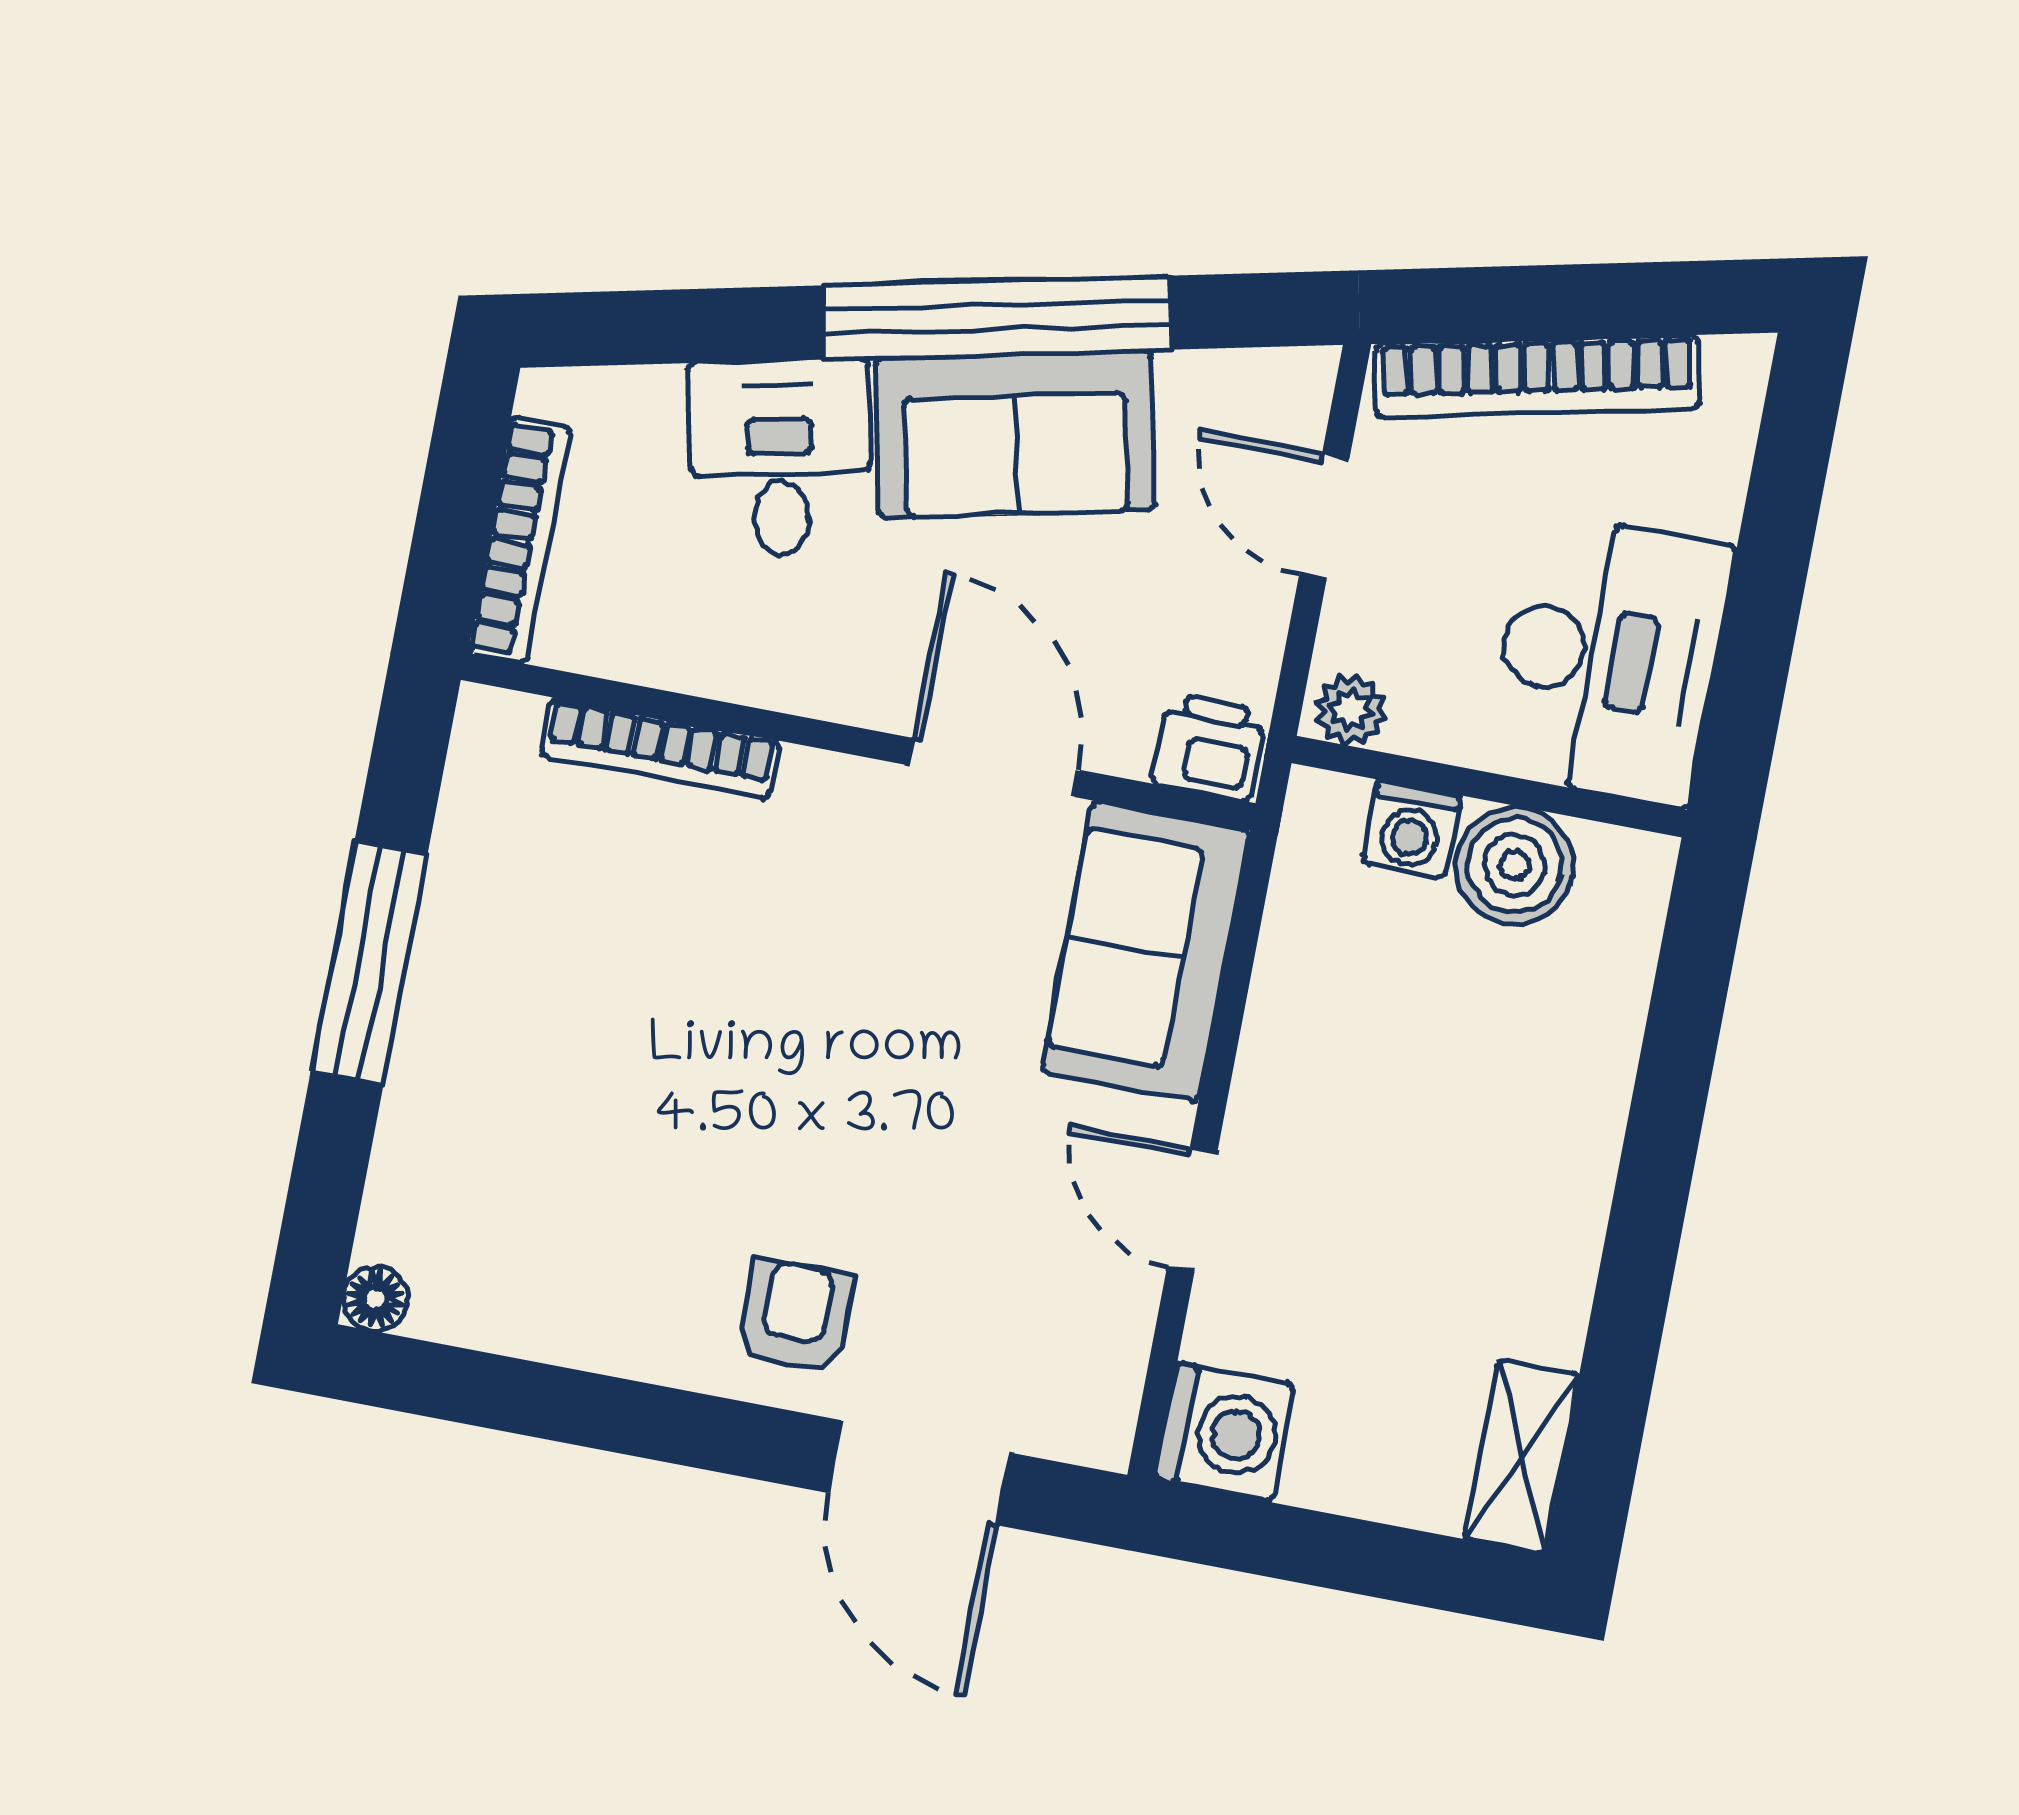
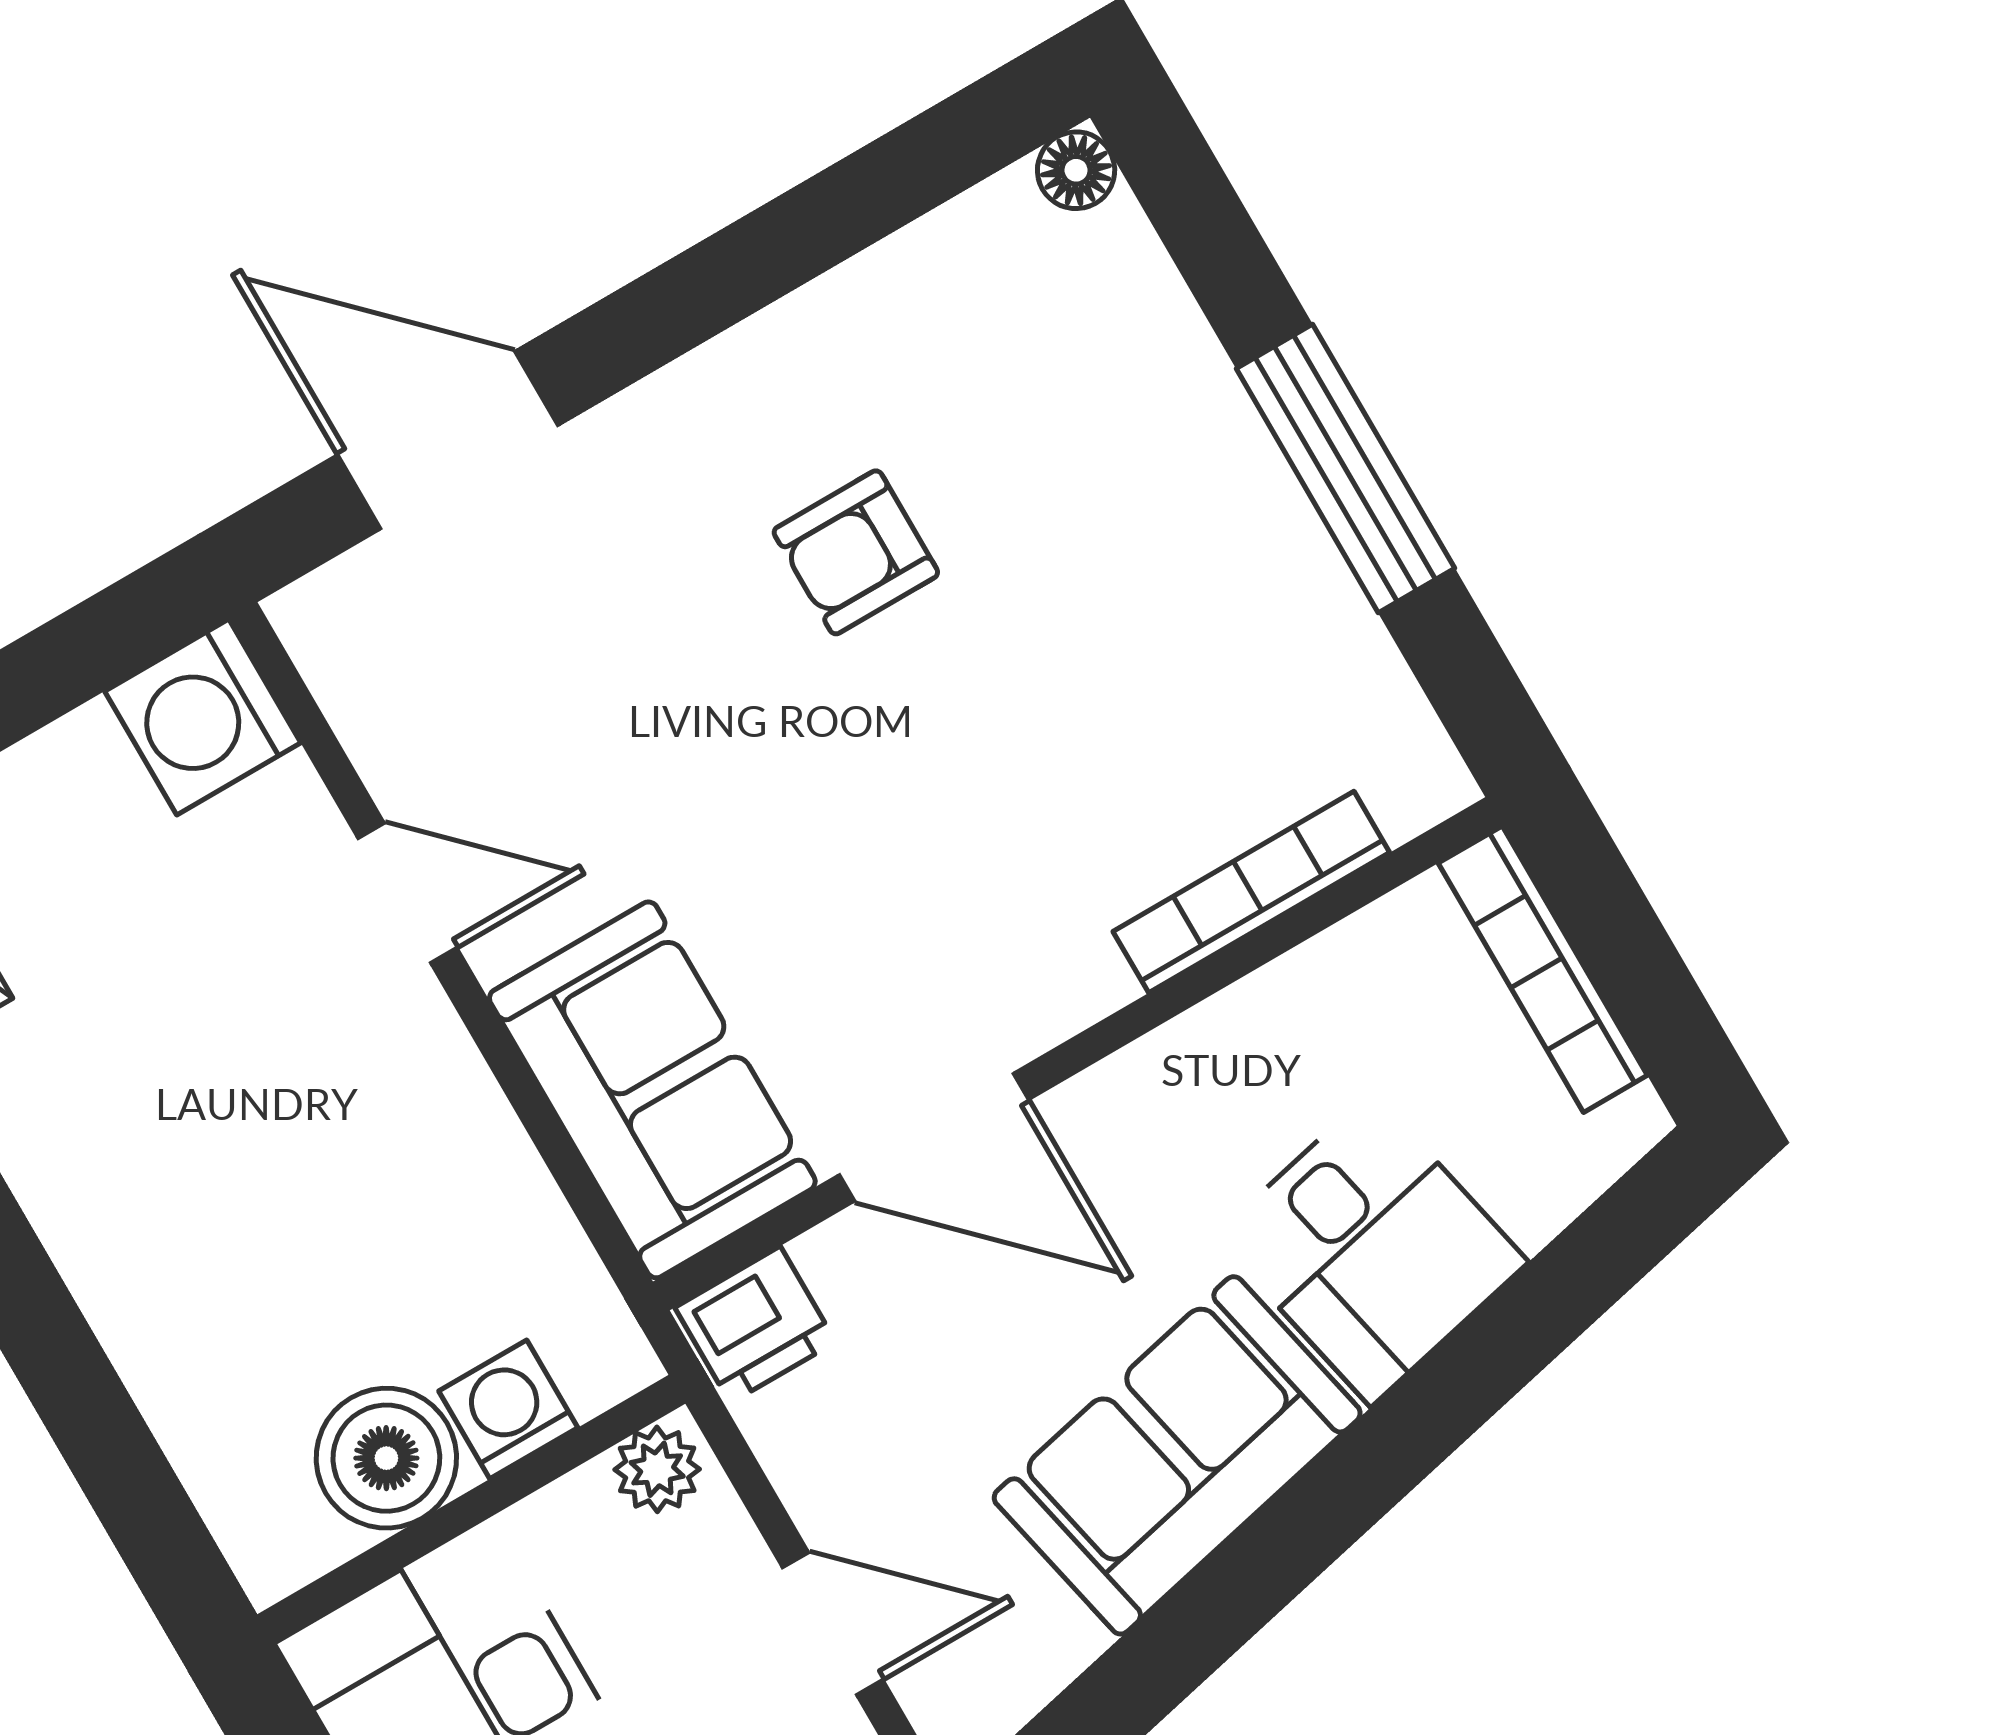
window: (997, 318) -> (1285, 1547), removed
armchair: (795, 1316) -> (856, 552), moved, turned 90

